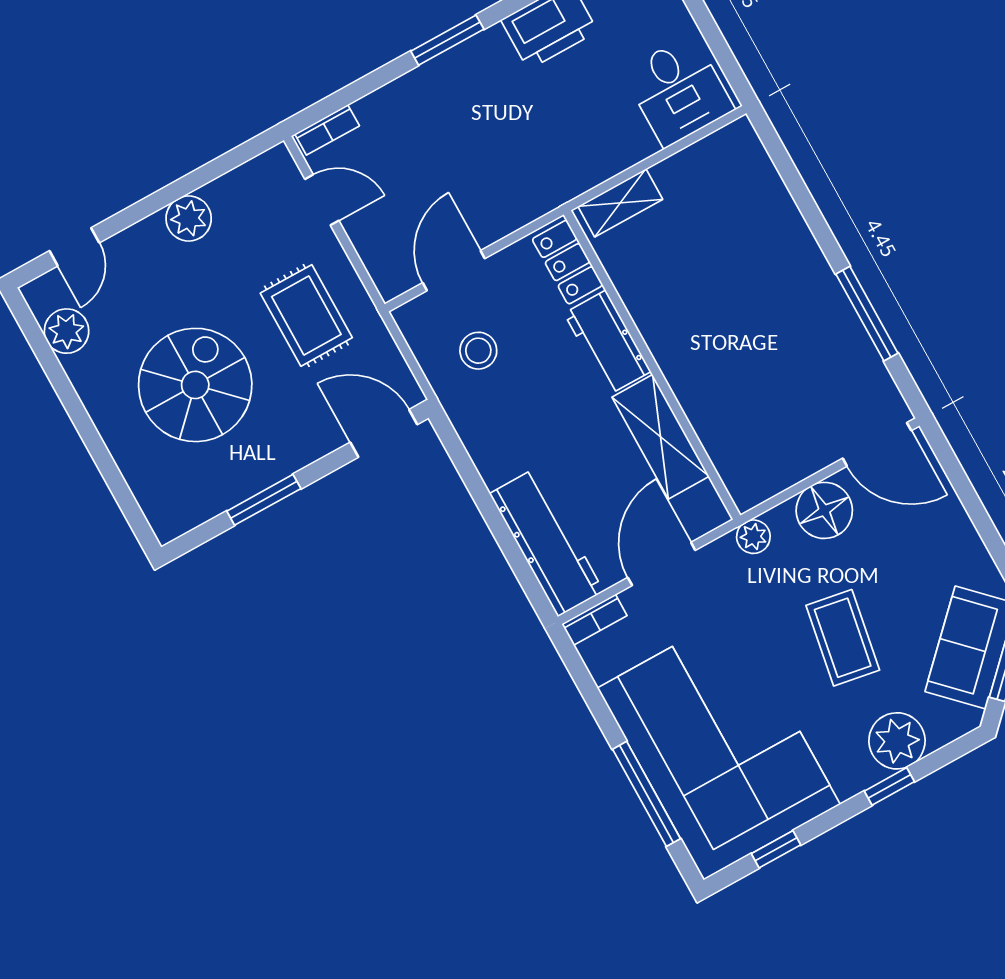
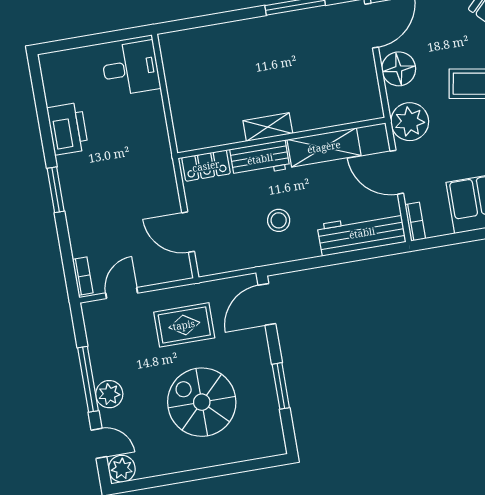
window: (169, 195) -> (88, 379), added
shelving: (620, 203) -> (268, 127), moved, turned 90
plant: (189, 218) -> (109, 394), moved
plant: (67, 331) -> (122, 469), moved
stool: (478, 351) -> (279, 220), moved
plant: (753, 537) -> (410, 122), width x1.88, depth x1.88

